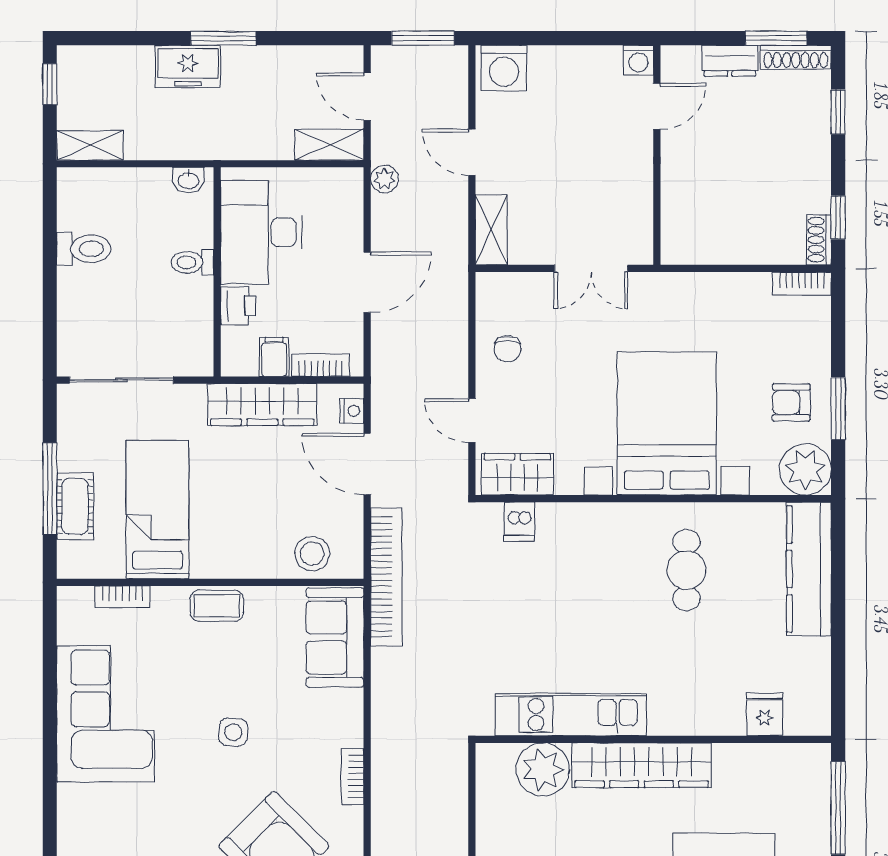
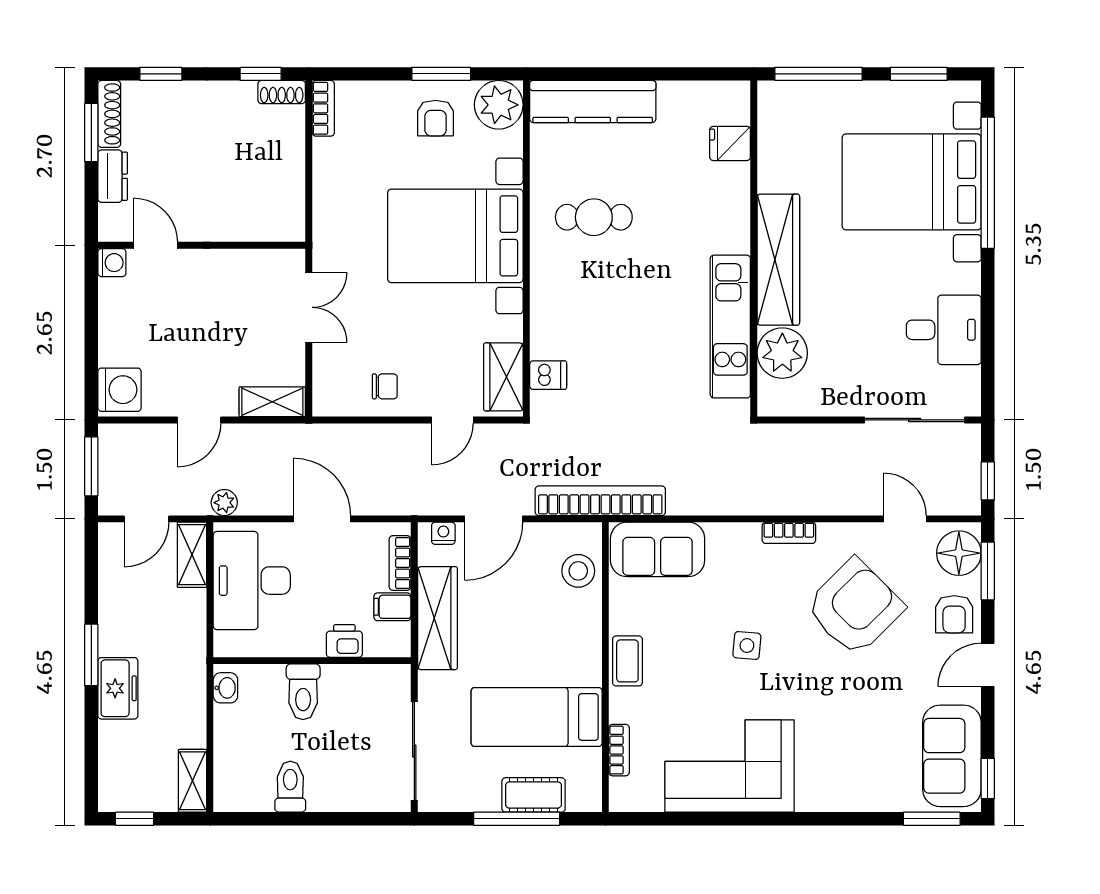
desk: (262, 232) -> (252, 581), moved, turned 90
toilet: (192, 262) -> (303, 692), width x1.37, depth x1.39

